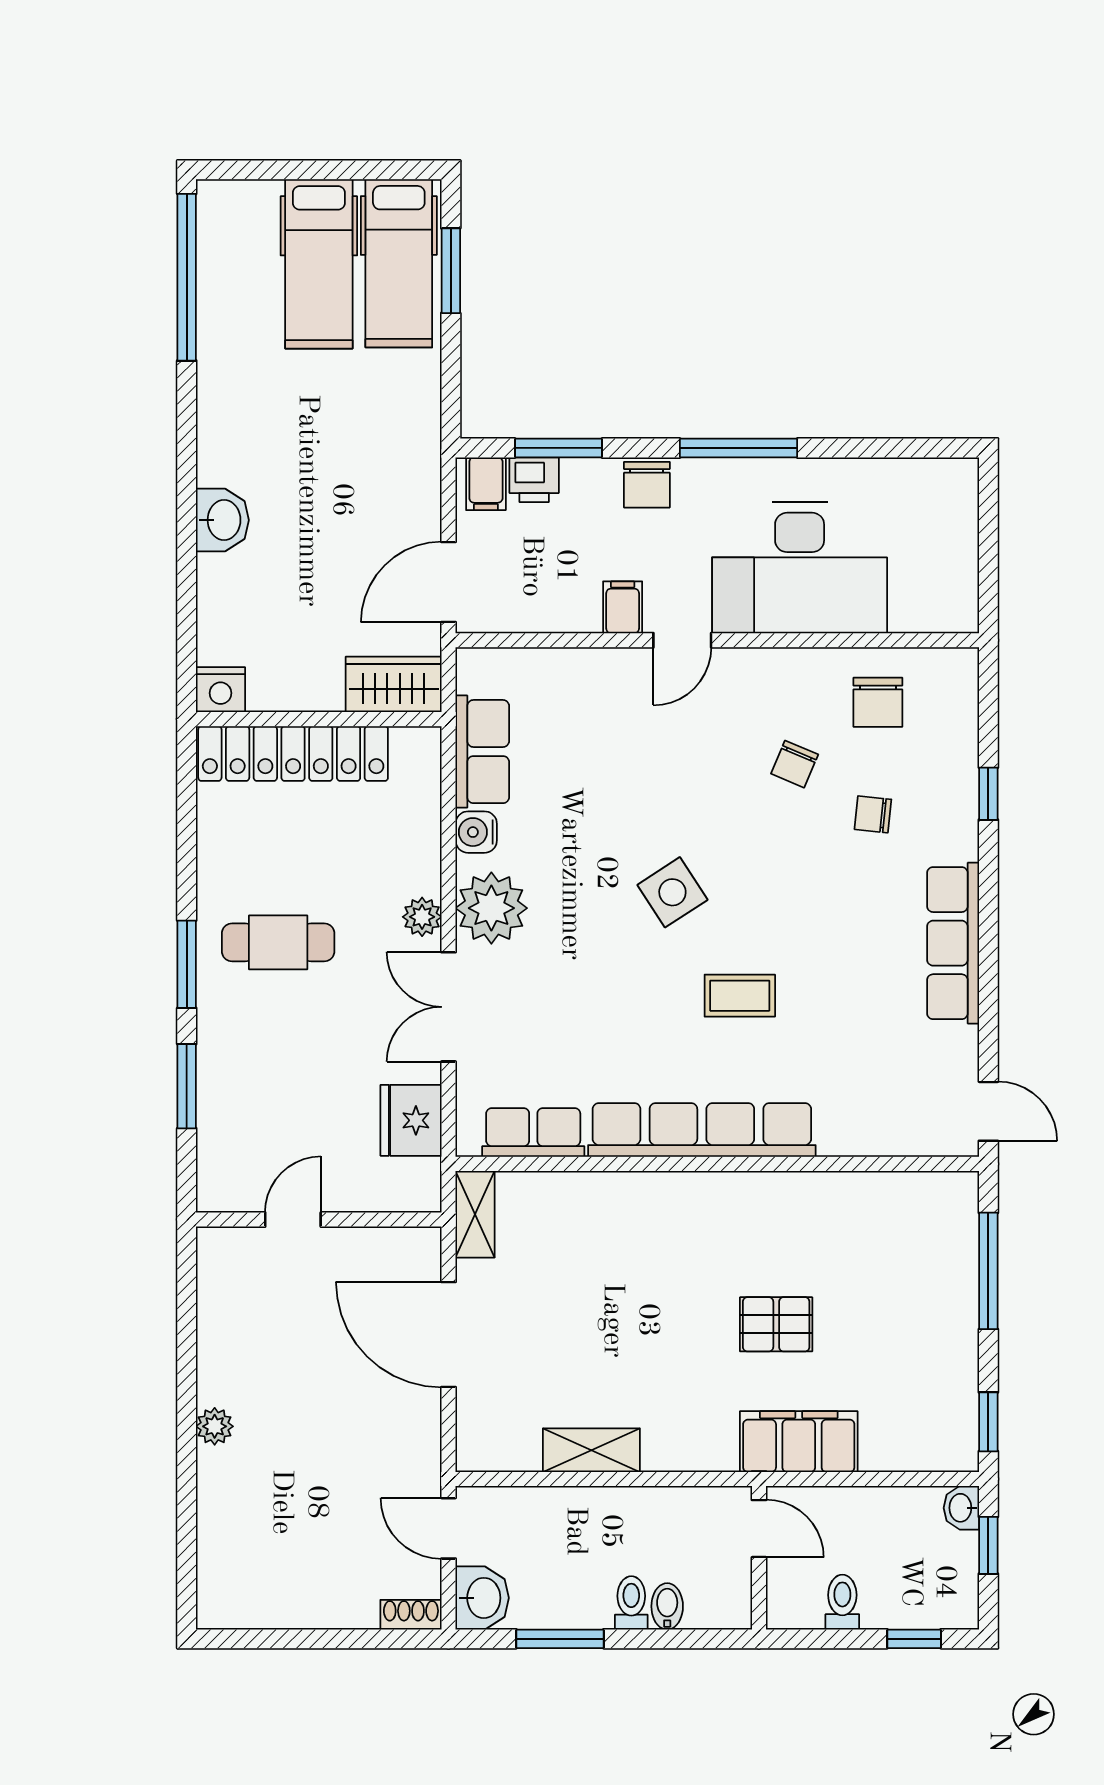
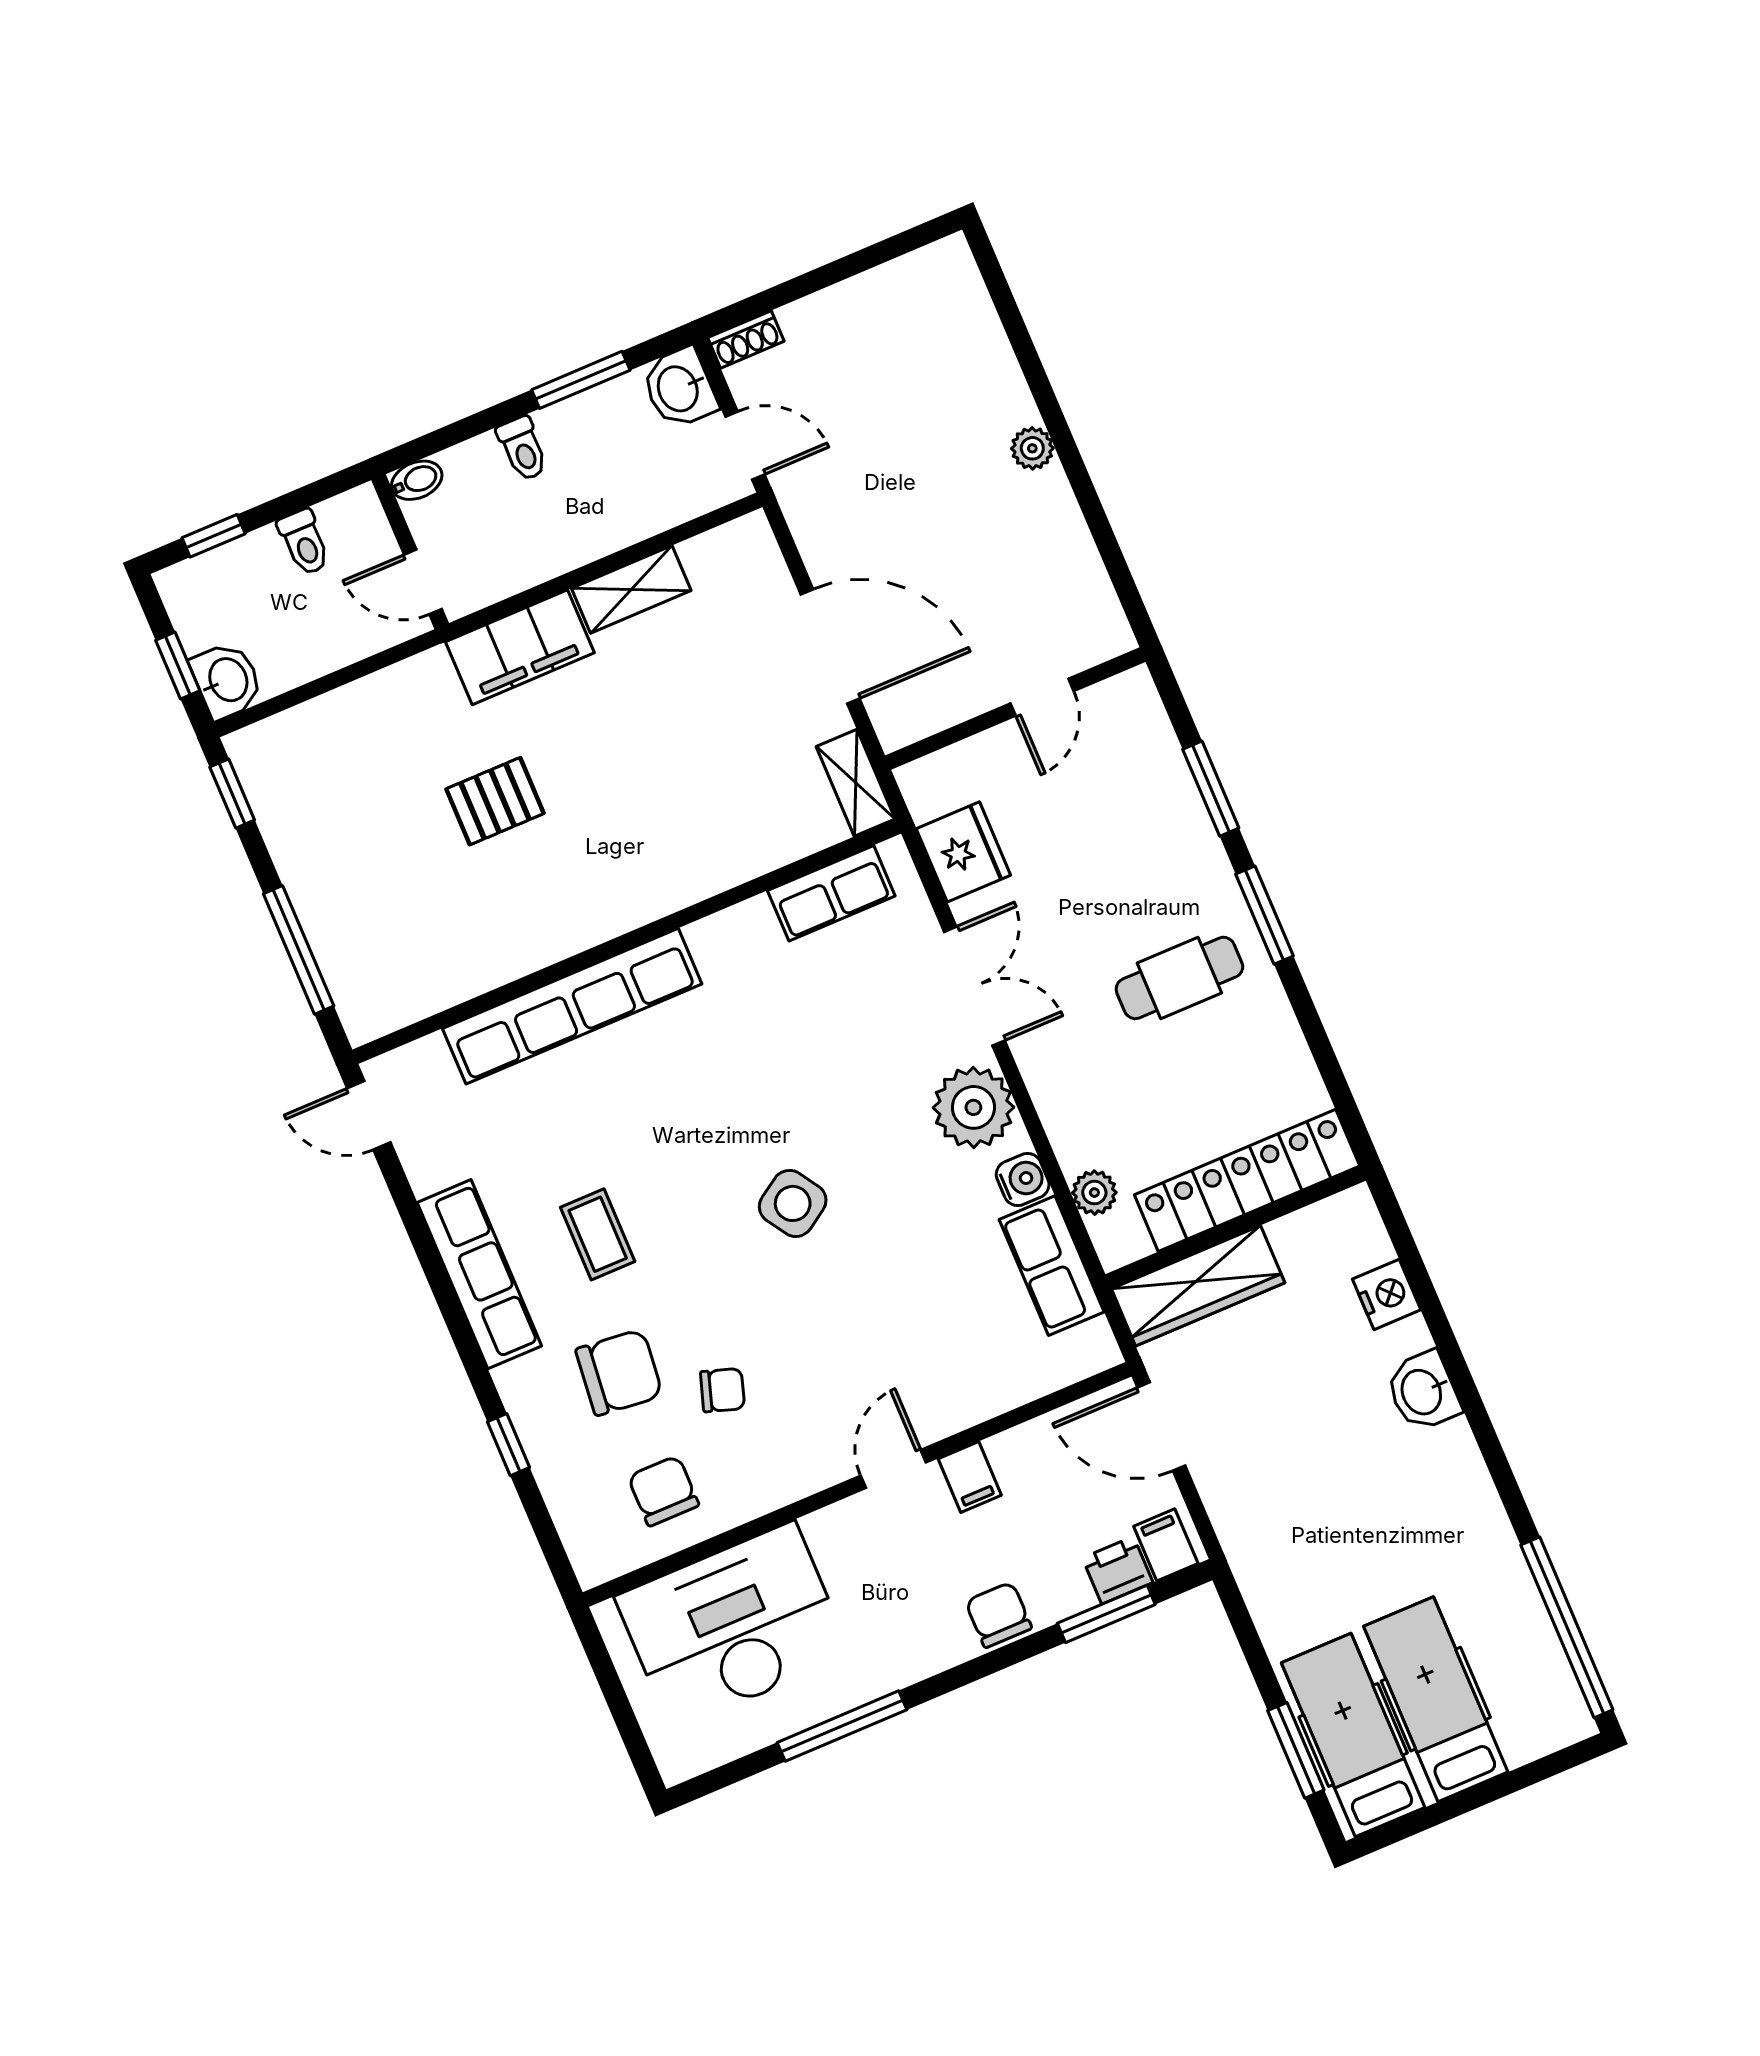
window: (739, 448) -> (842, 1726), moved
desk: (800, 568) -> (733, 1626), moved
door: (449, 582) -> (1161, 1427), swing flipped
wardrobe: (394, 684) -> (1198, 1286), width x1.50
nightstand: (221, 690) -> (1387, 1294), moved, turned 90
chair: (795, 764) -> (723, 1390), turned 85
chair: (873, 814) -> (619, 1372), width x1.87, depth x1.87
plant: (422, 917) -> (1094, 1193), moved
coffee table: (740, 996) -> (598, 1234), moved, turned 90
row of seats: (702, 1130) -> (572, 1006), moved
filing cabinet: (799, 1442) -> (520, 647), moved
washbasin: (961, 1508) -> (227, 680), width x1.38, depth x1.45
bidet: (667, 1606) -> (417, 480), moved, turned -90

